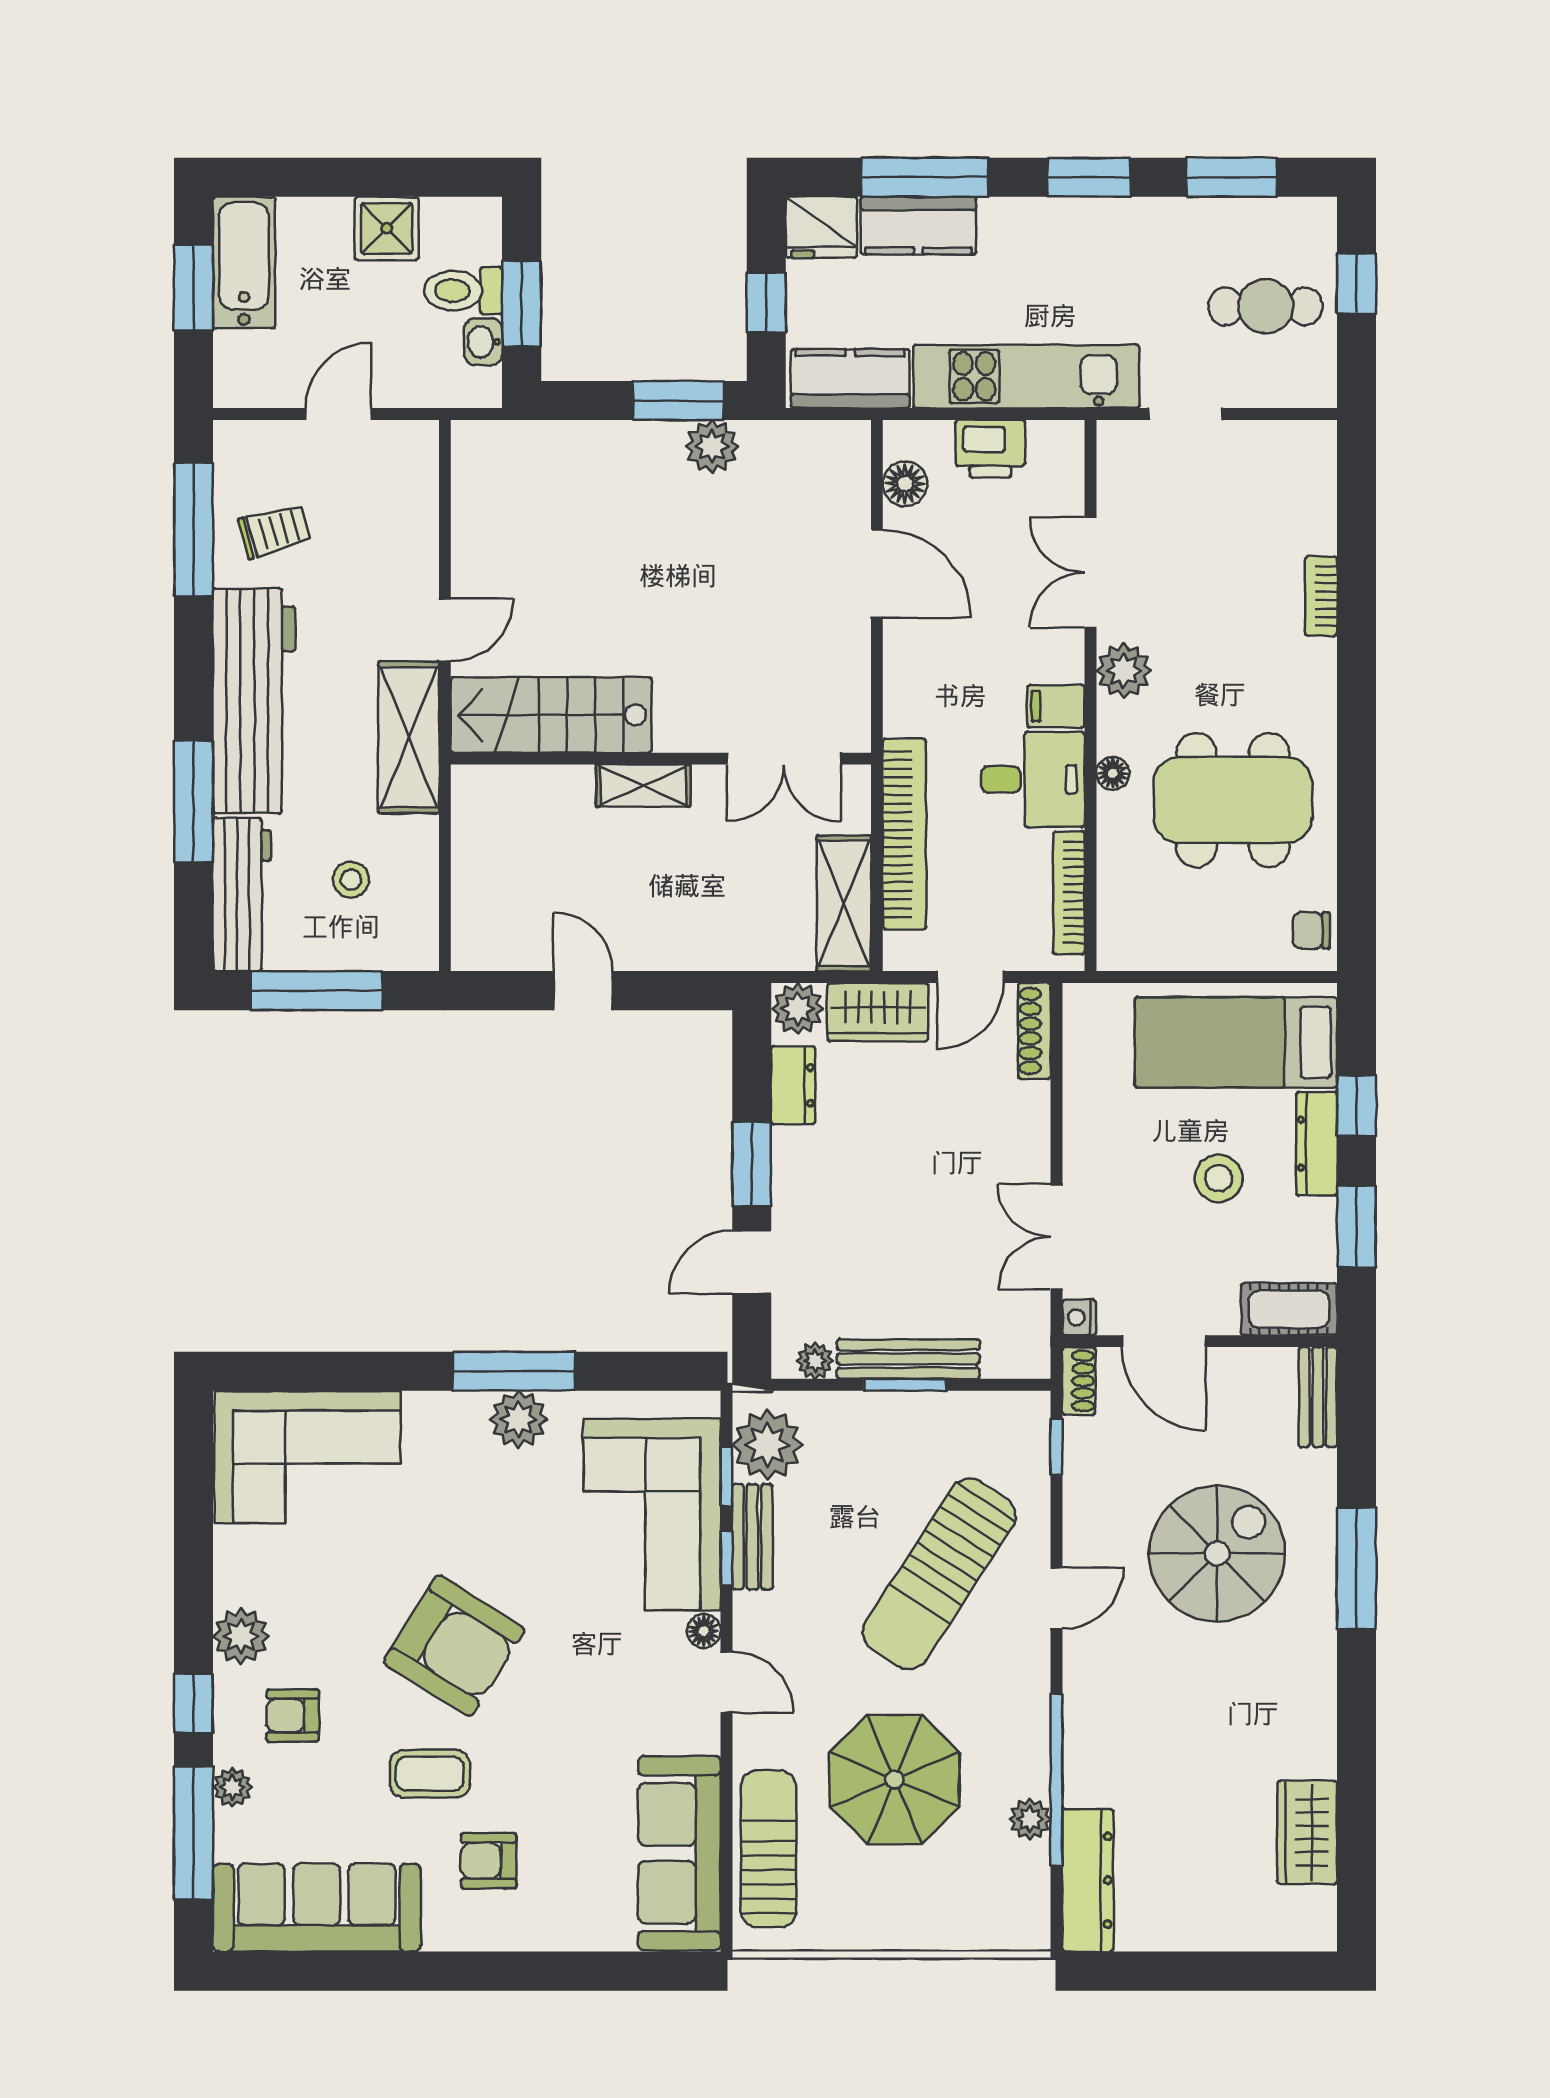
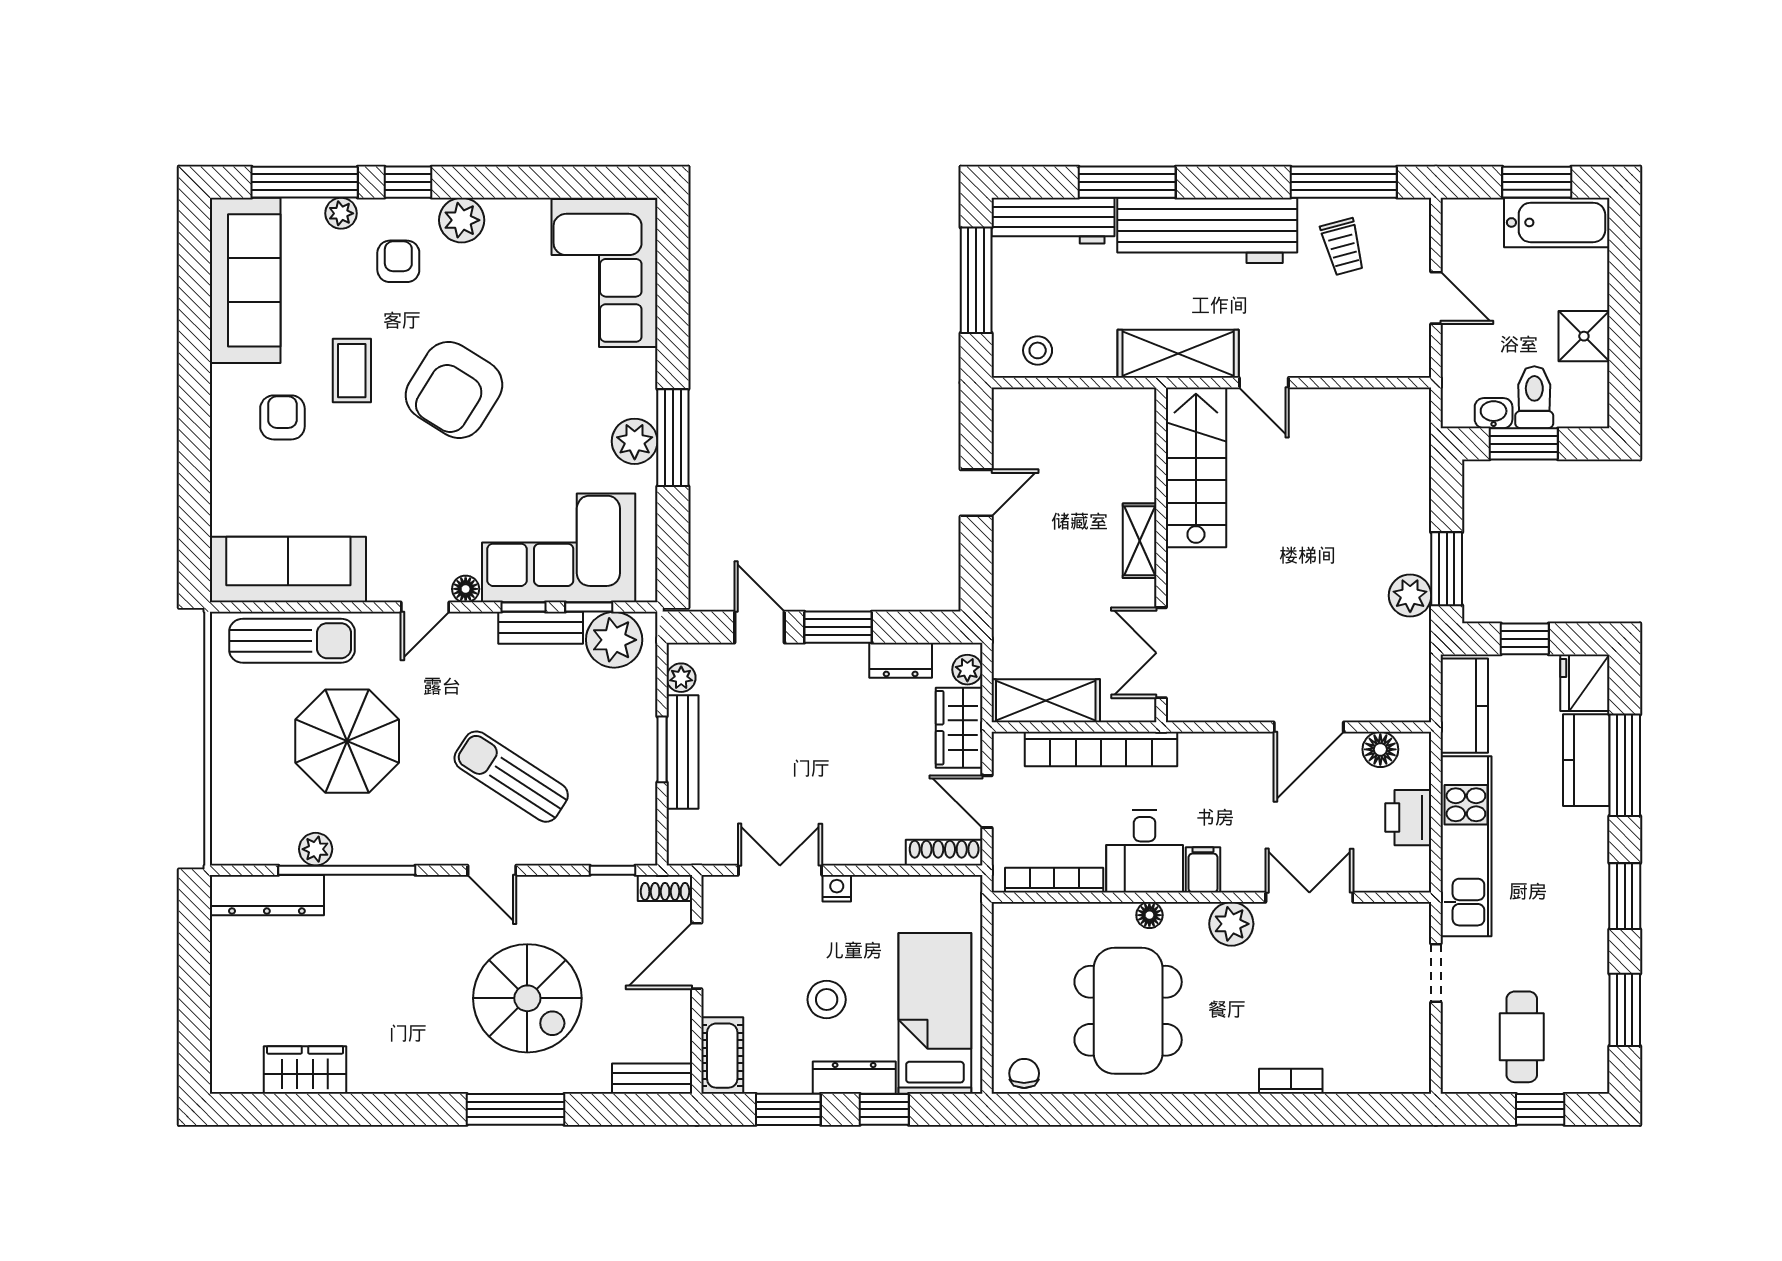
stool: (351, 879) -> (1038, 350), moved
plant: (798, 1009) -> (967, 670), width x0.73, depth x0.73
nightstand: (1079, 1317) -> (837, 888), moved
sun lounger: (939, 1574) -> (511, 777), width x0.73, depth x0.75

